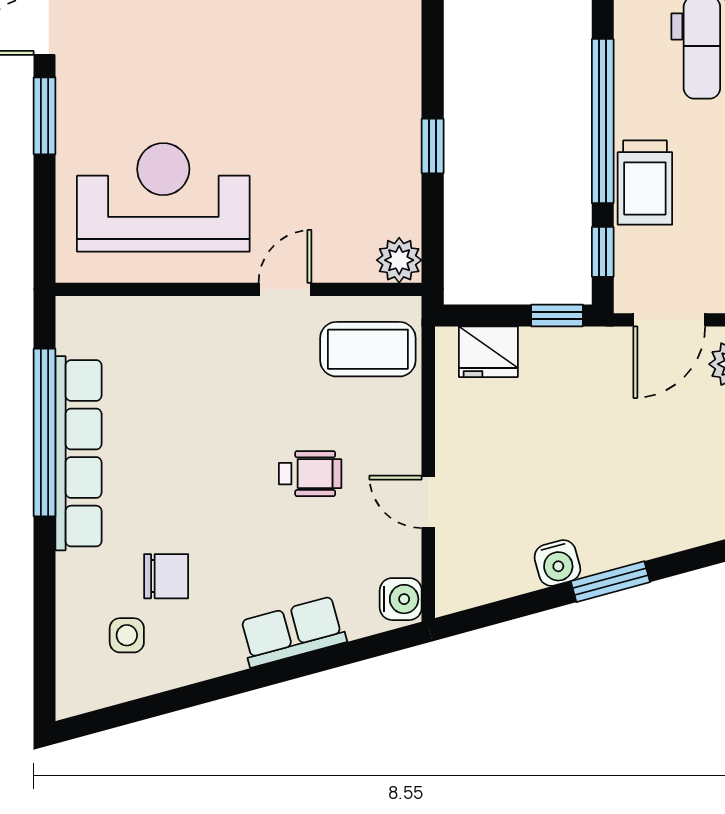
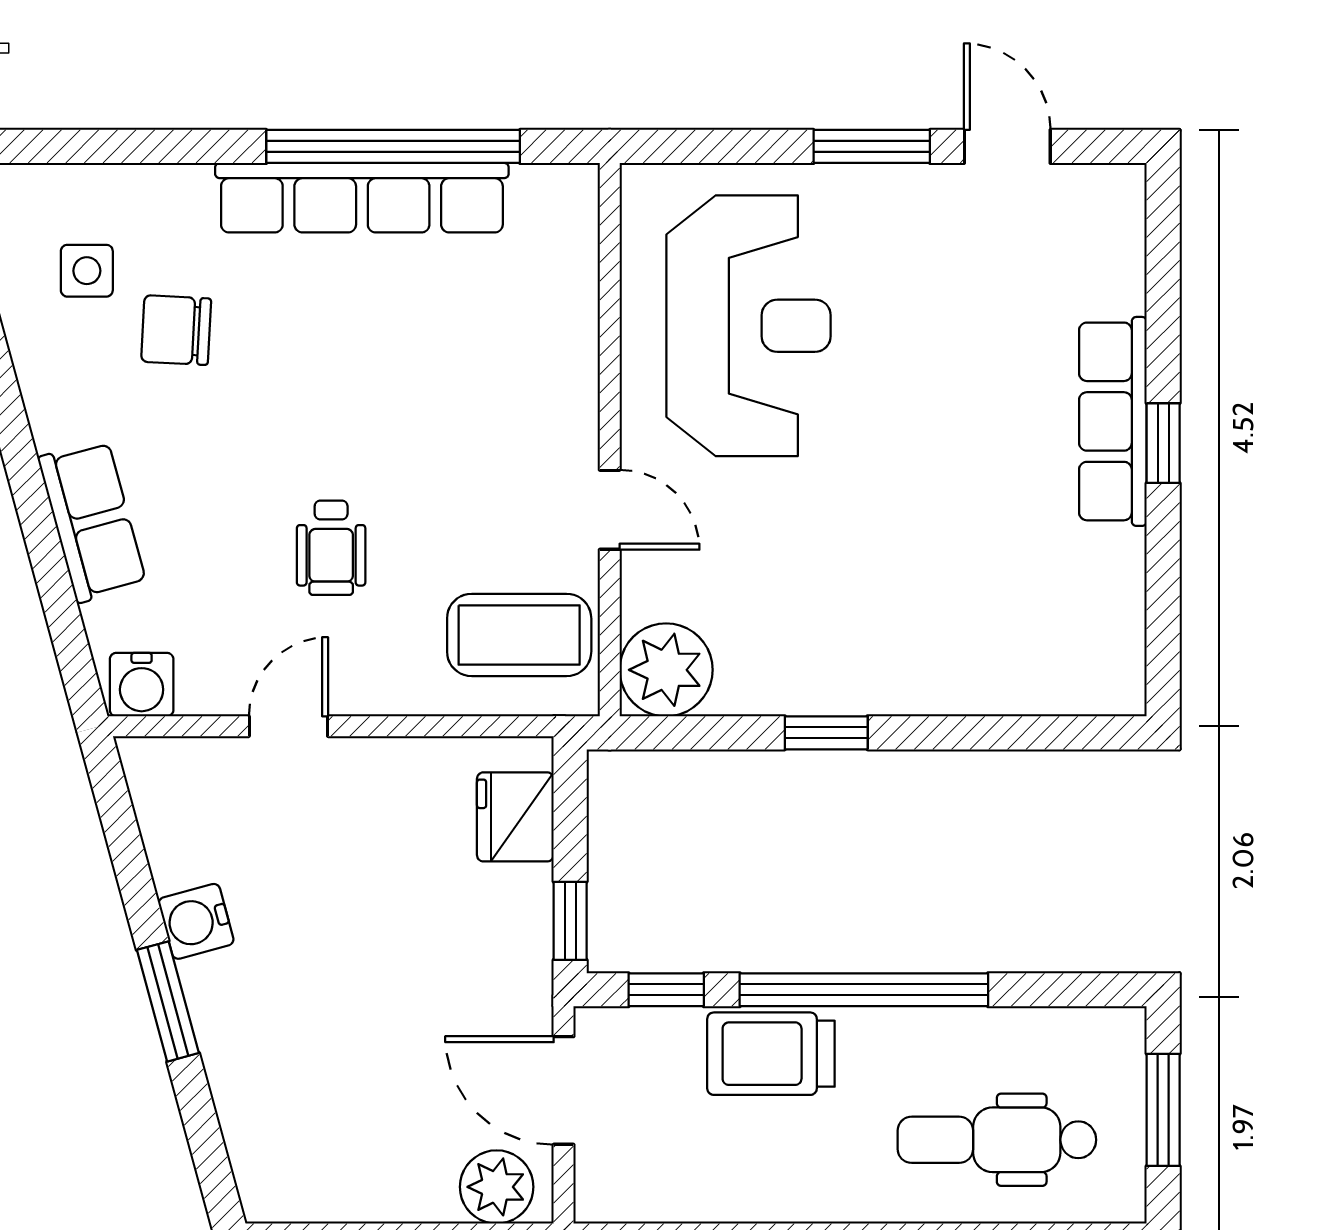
plant: (399, 260) -> (666, 670), width x1.36, depth x1.36
coffee table: (368, 349) -> (519, 635), turned 90
chair: (166, 576) -> (176, 330), turned 93

